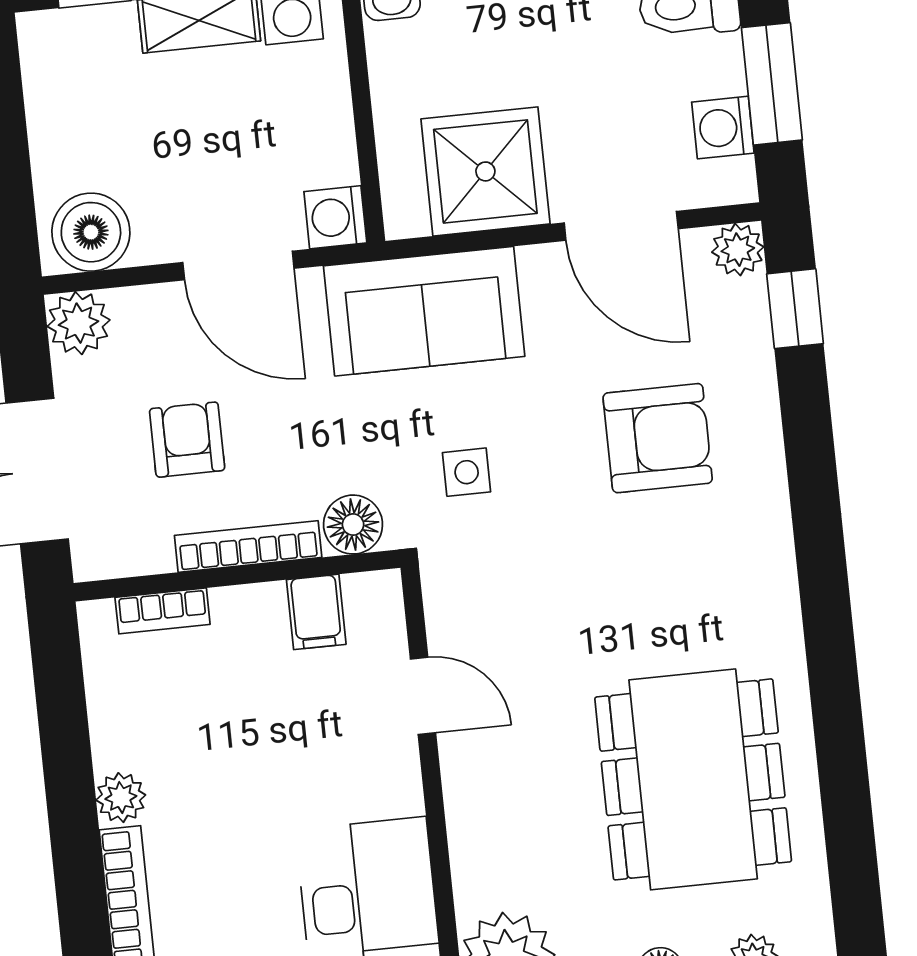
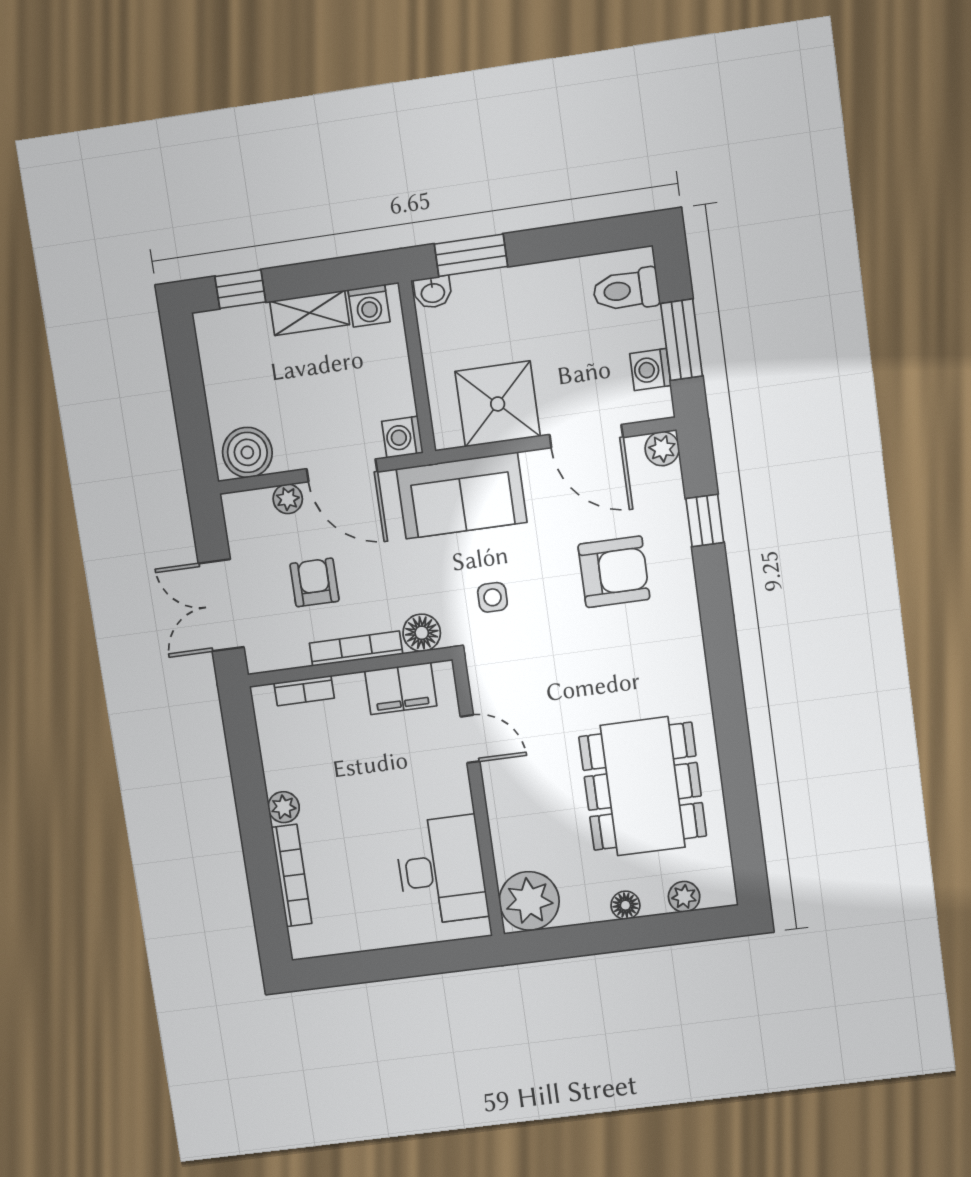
window: (795, 309) -> (705, 521), moved
plant: (79, 323) -> (288, 499), moved, width x0.73, depth x0.73
filing cabinet: (316, 612) -> (401, 688), width x2.00

